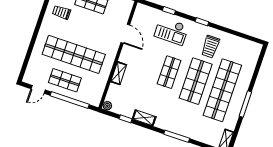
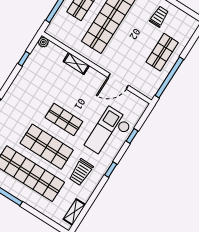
checkout: (171, 31) -> (109, 133), width x1.36, depth x1.21
trolley: (210, 47) -> (81, 172), turned -90
shelving: (144, 118) -> (74, 212), moved

